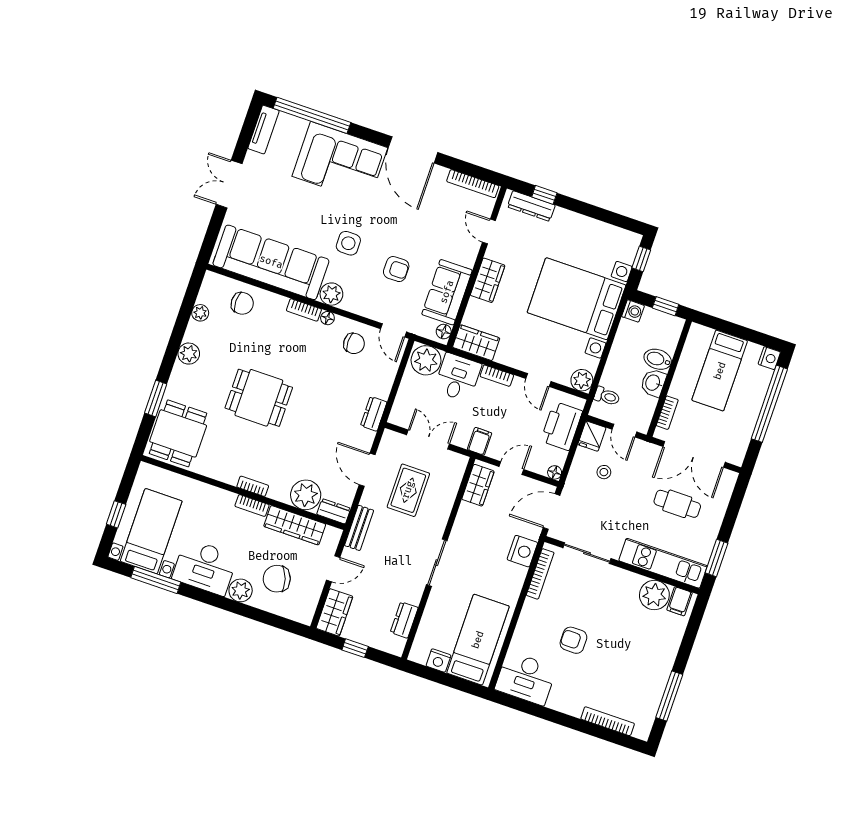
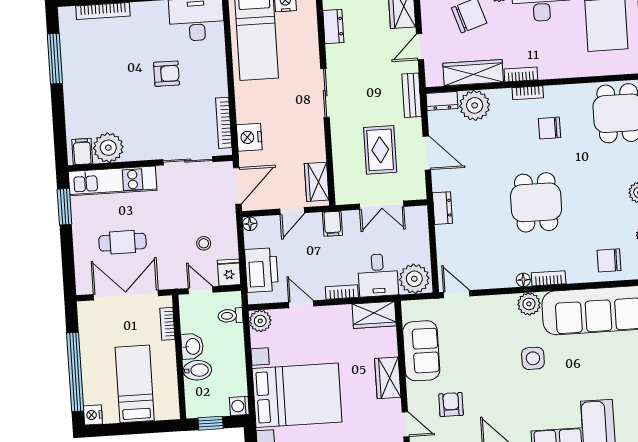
armchair: (396, 269) -> (451, 405), moved, turned 90
floor lamp: (444, 332) -> (409, 313), removed
chair: (354, 343) -> (549, 128), moved
dining table: (259, 398) -> (536, 202), moved, turned 90

